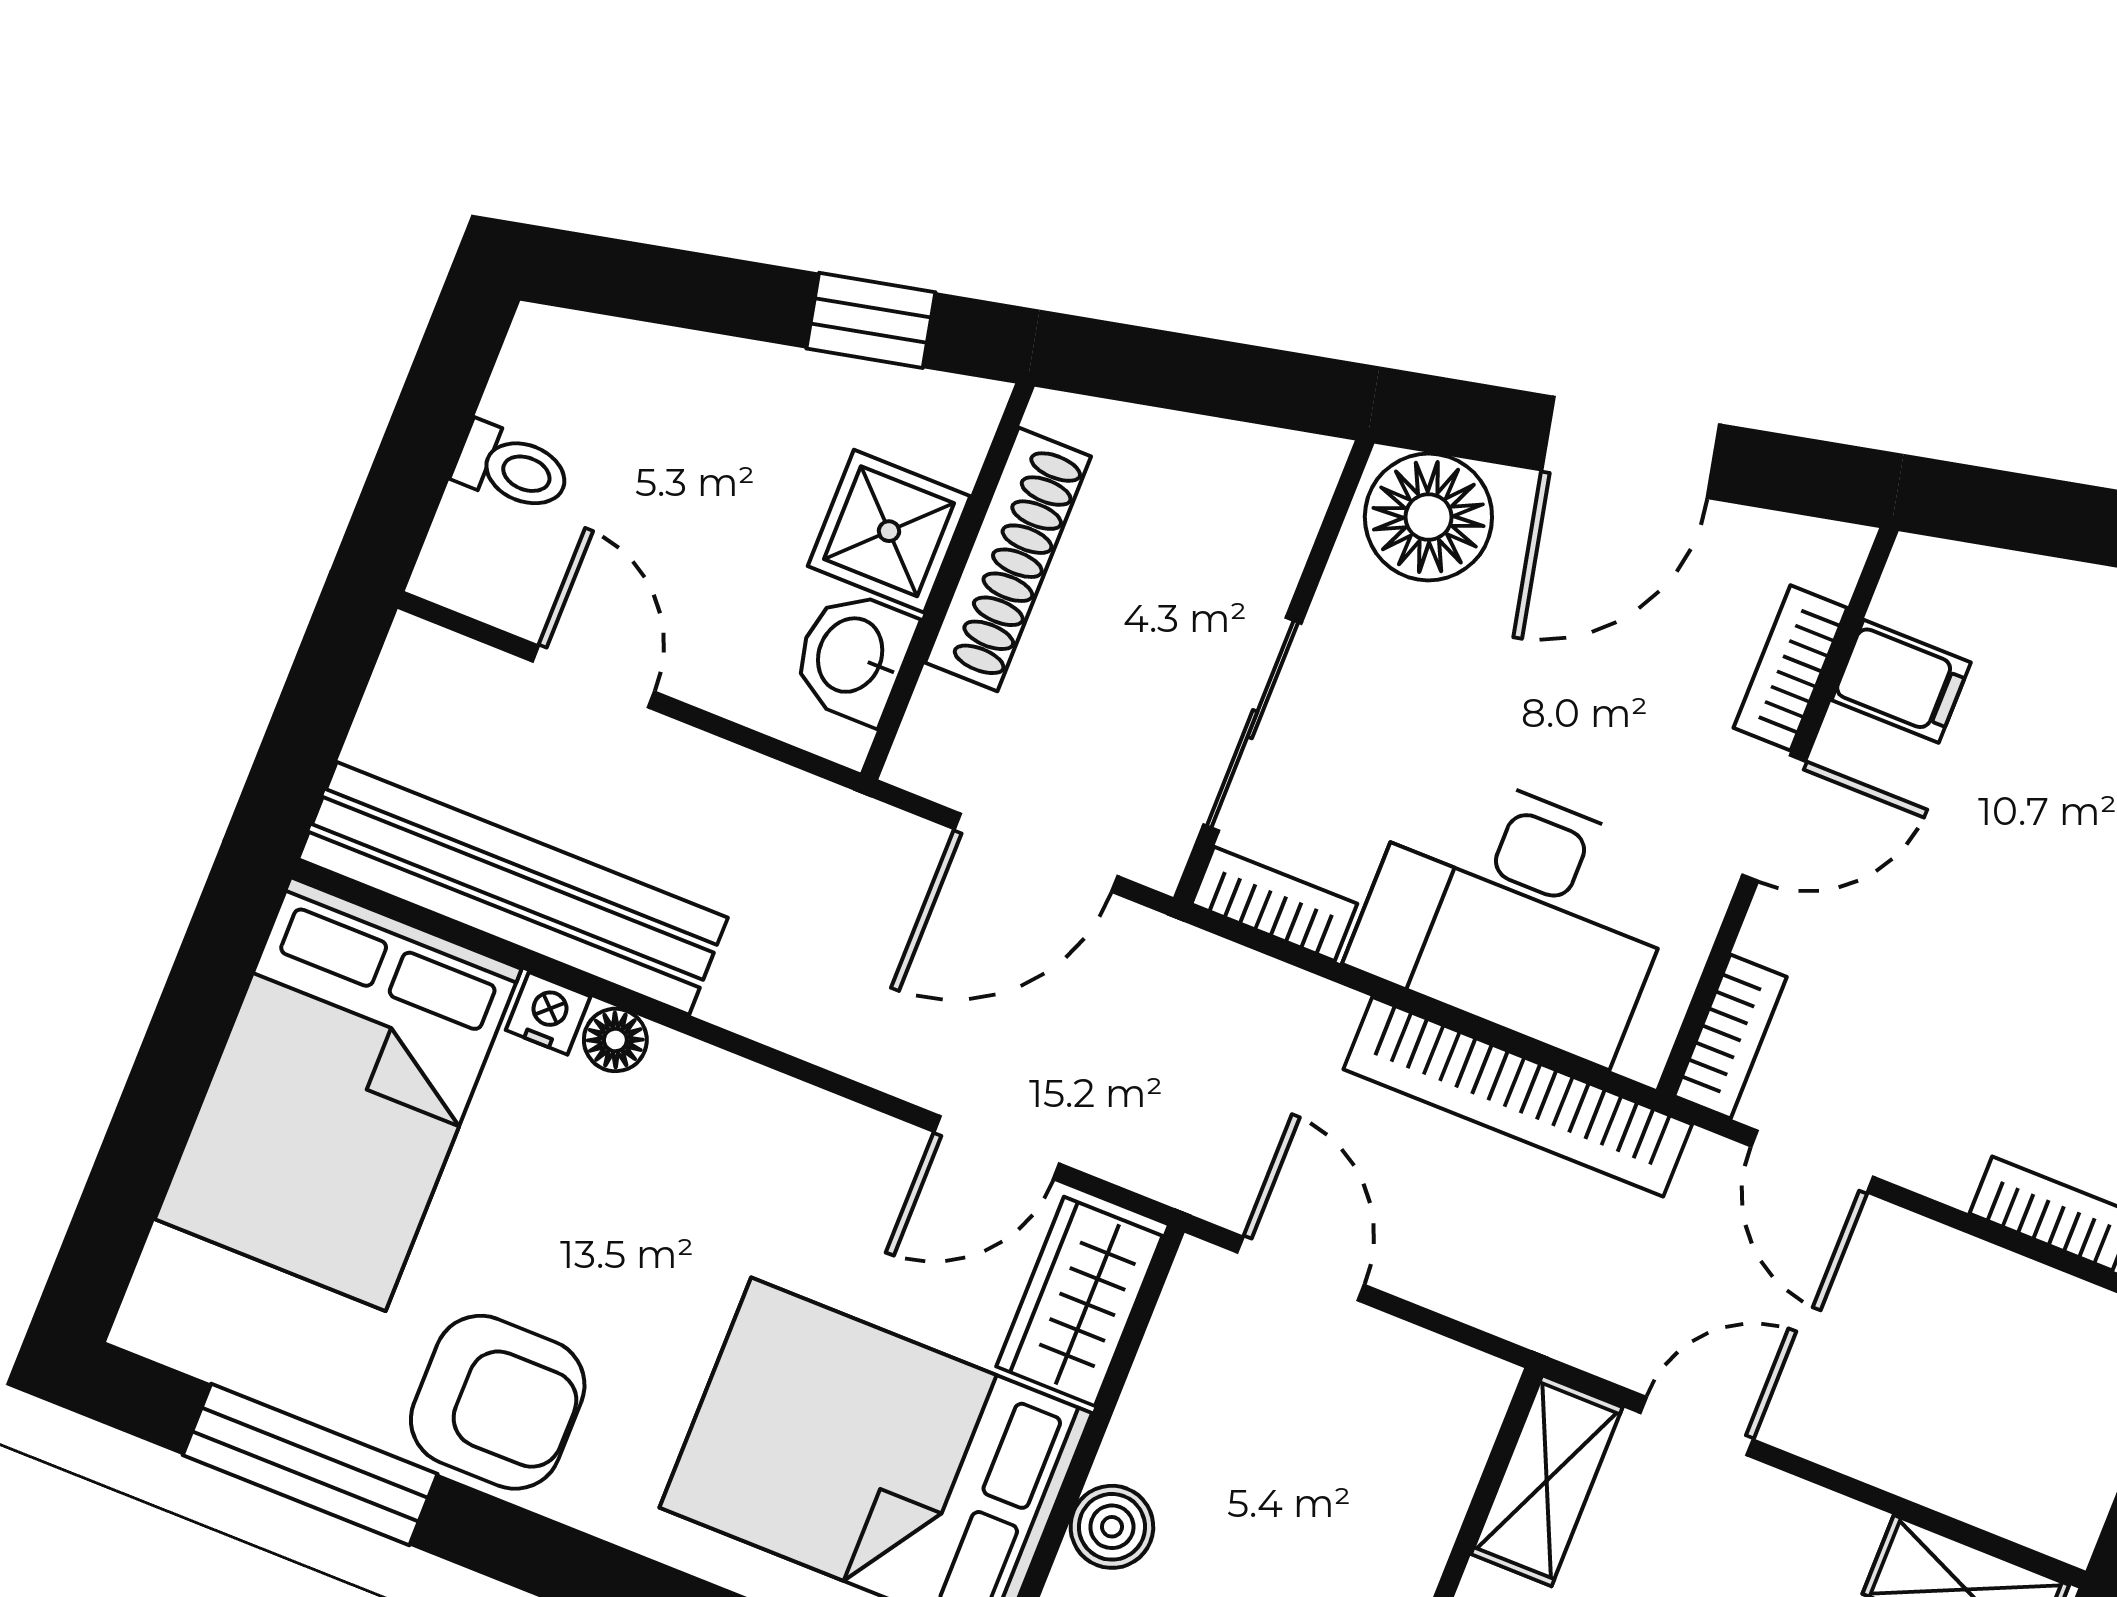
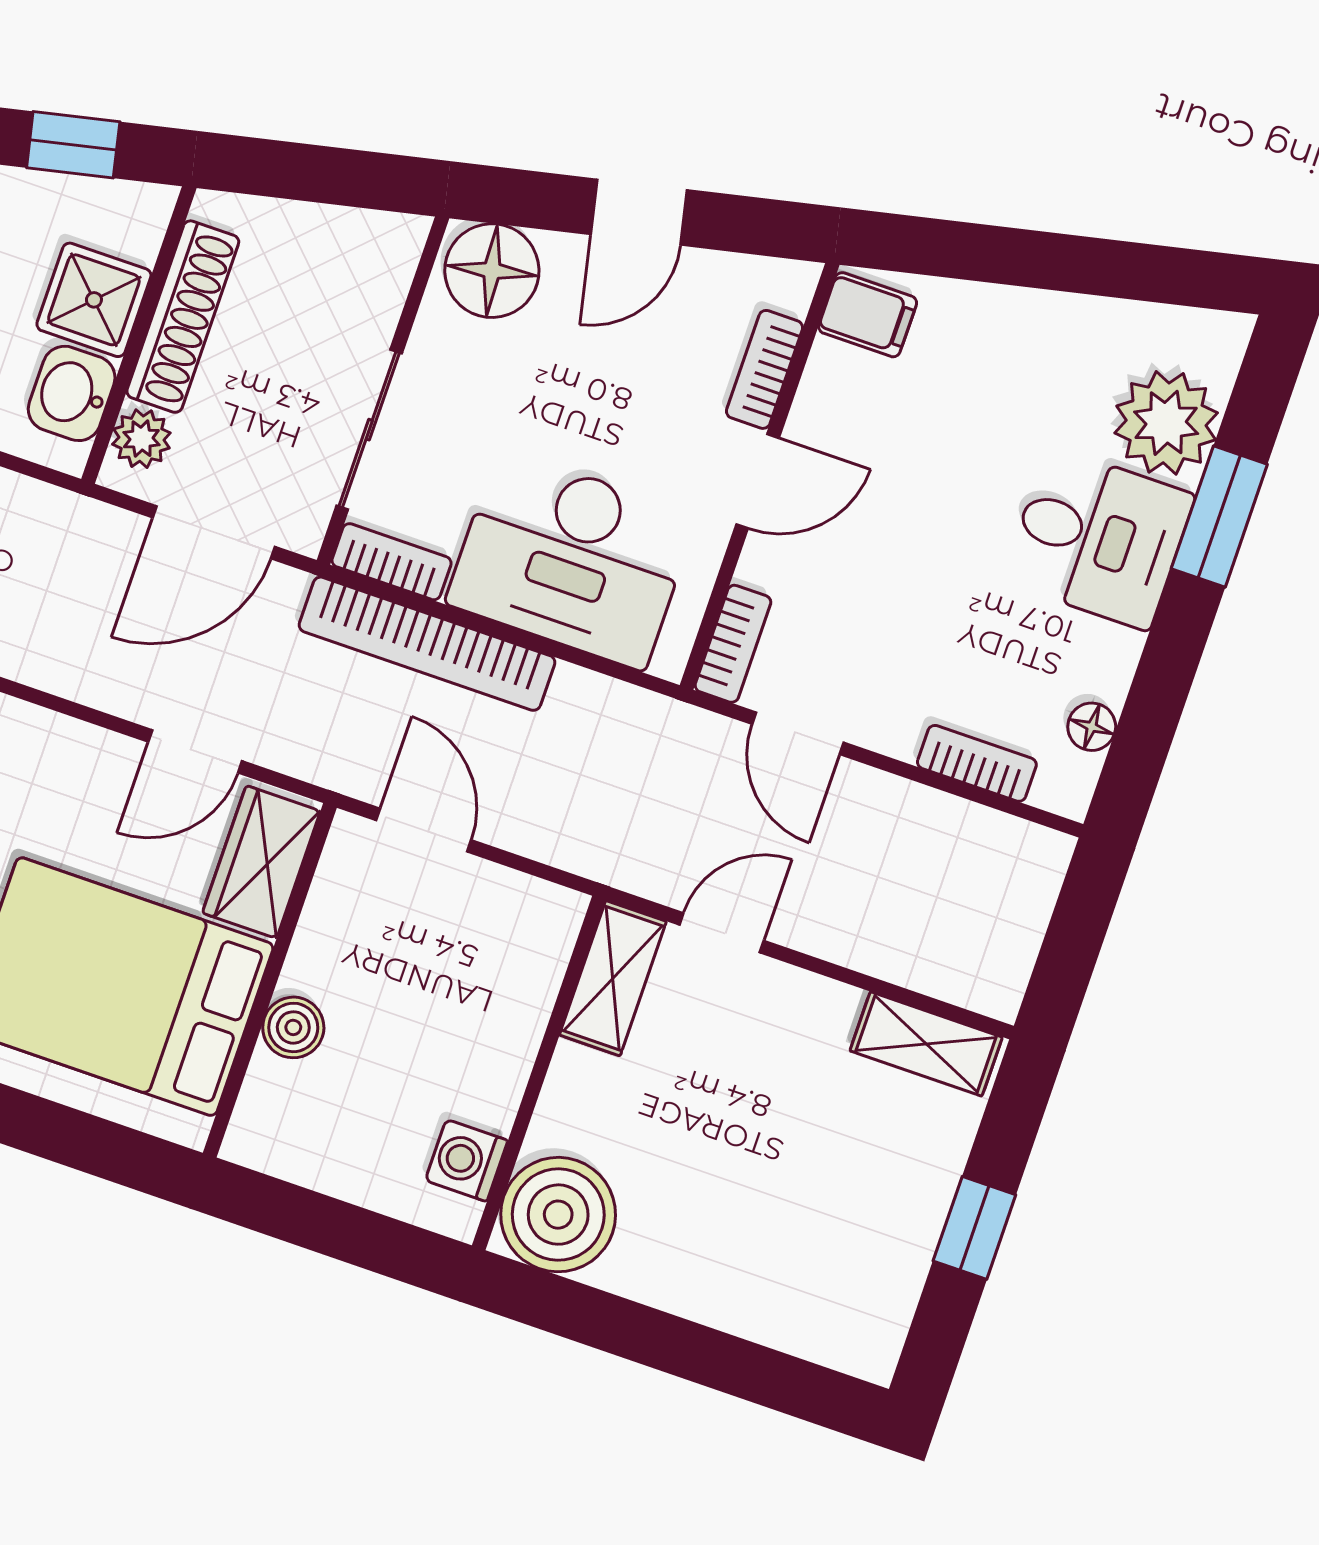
door: (1631, 447) -> (639, 212), width x0.73
filing cabinet: (1901, 681) -> (868, 315), moved
plant: (944, 722) -> (141, 439), added
bookcase: (1518, 1097) -> (427, 644), moved

